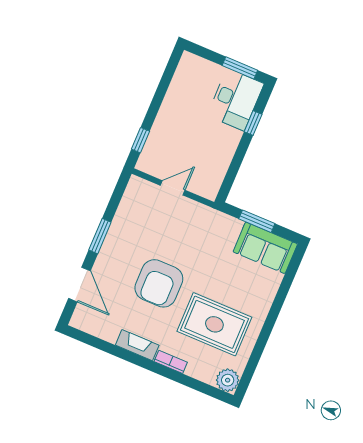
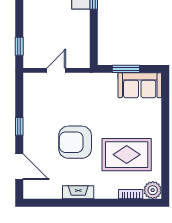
window: (100, 236) -> (19, 126), width x0.67
armchair: (159, 283) -> (75, 142), turned 90
bookcase: (171, 362) -> (131, 194), moved

